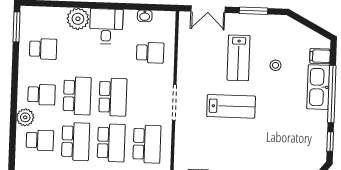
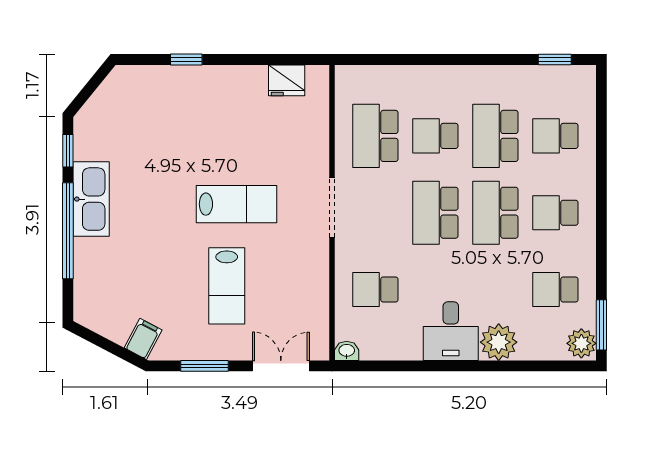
washbasin: (145, 16) -> (347, 351), moved
filing cabinet: (320, 56) -> (143, 339), moved, turned -62
lab bench: (239, 58) -> (227, 286), turned 180
stool: (276, 65) -> (164, 276), removed
kitchen sink: (318, 87) -> (91, 199), moved
lab bench: (231, 106) -> (236, 204), turned 180
plant: (25, 117) -> (581, 343), moved
school desk: (111, 143) -> (435, 136), width x0.54

